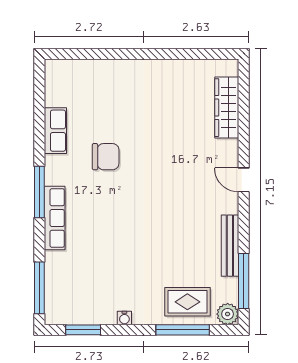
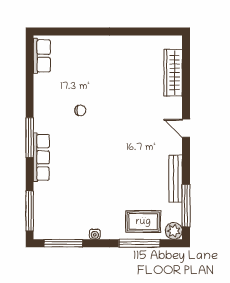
row of seats: (55, 131) -> (42, 56), moved
chair: (106, 157) -> (80, 110), width x0.54, depth x0.54
window: (83, 330) -> (63, 243), width x1.44

